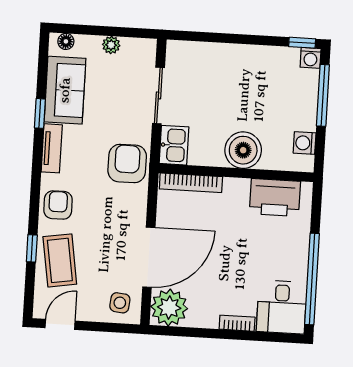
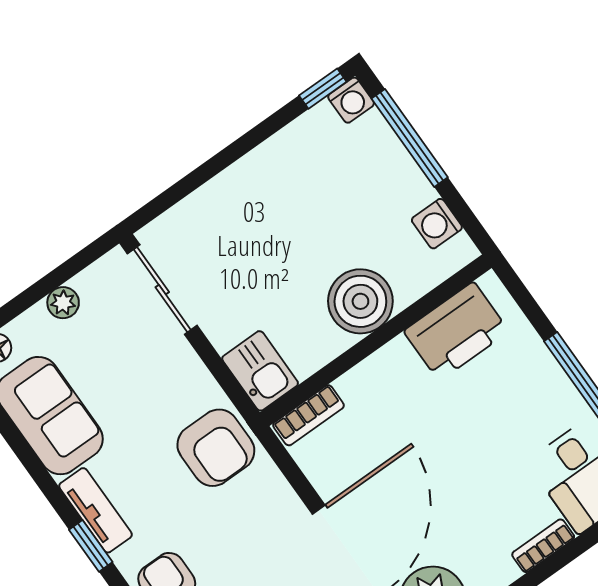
sliding door: (158, 95) -> (162, 290), moved
window: (40, 113) -> (91, 546), moved
armchair: (127, 163) -> (216, 448), turned 180
bookcase: (191, 183) -> (309, 415), width x0.64

